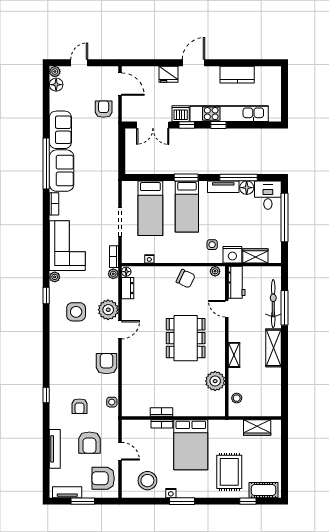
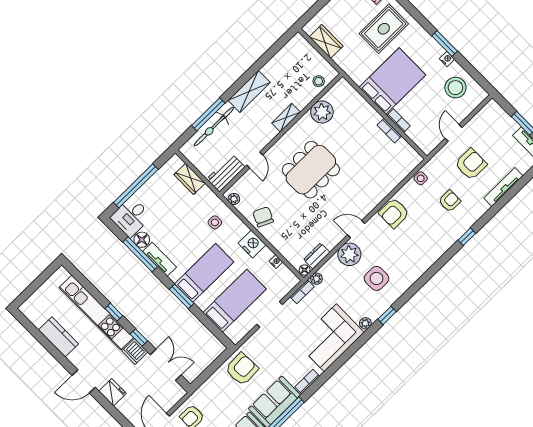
nightstand: (232, 255) -> (252, 244), moved
armchair: (103, 478) -> (242, 369), moved, turned -93

